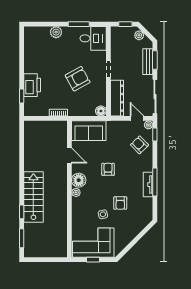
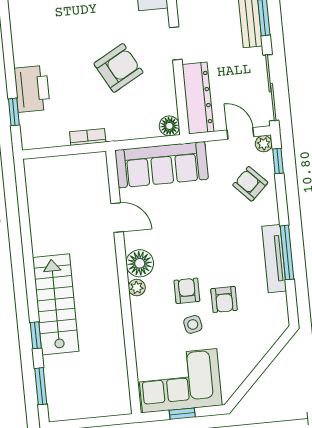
sofa: (89, 131) -> (162, 165), width x1.36
armchair: (108, 169) -> (187, 291), moved
tv unit: (148, 185) -> (274, 259), width x1.41

